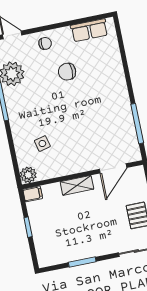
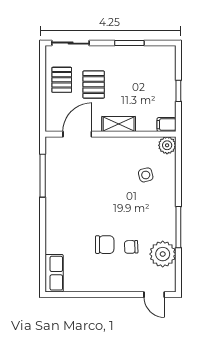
row of seats: (89, 30) -> (54, 273), moved, turned 90
chair: (45, 43) -> (131, 247), moved
pallet: (107, 217) -> (94, 85), added

